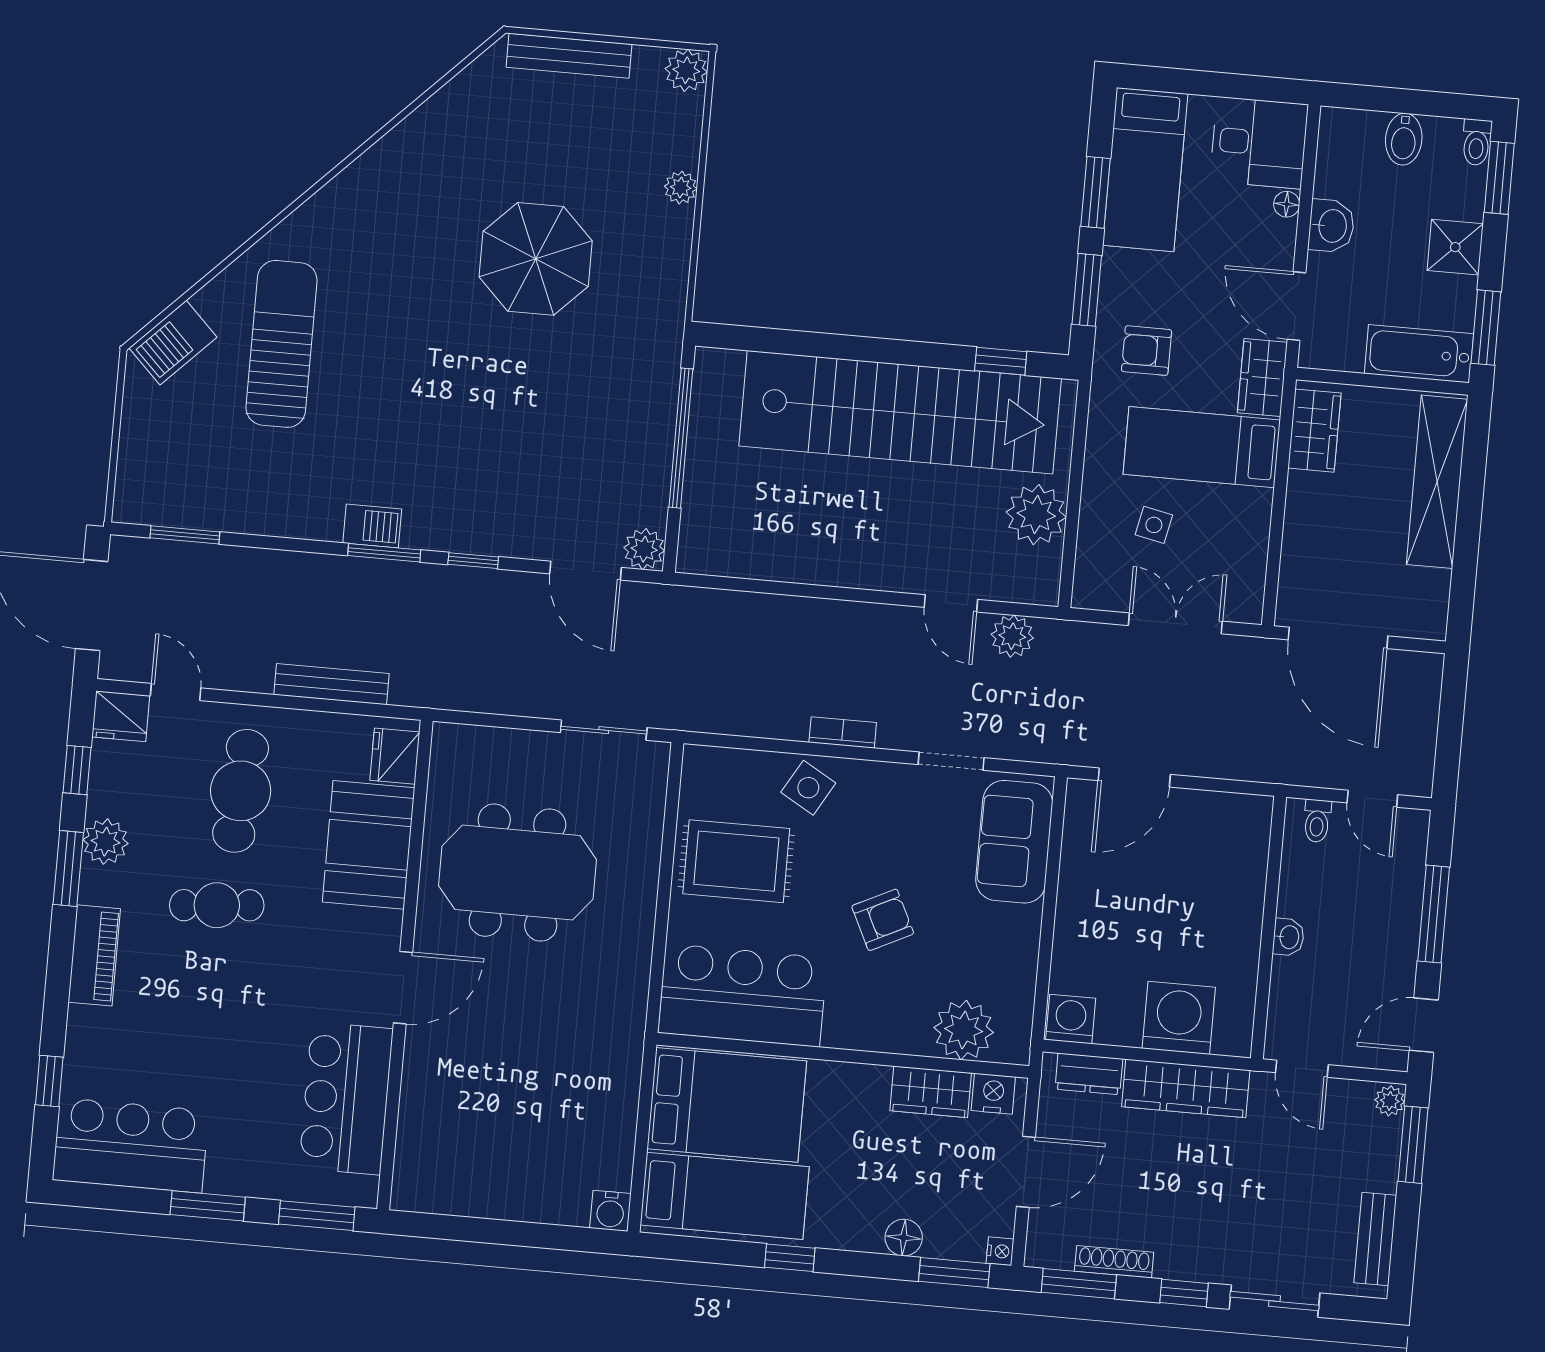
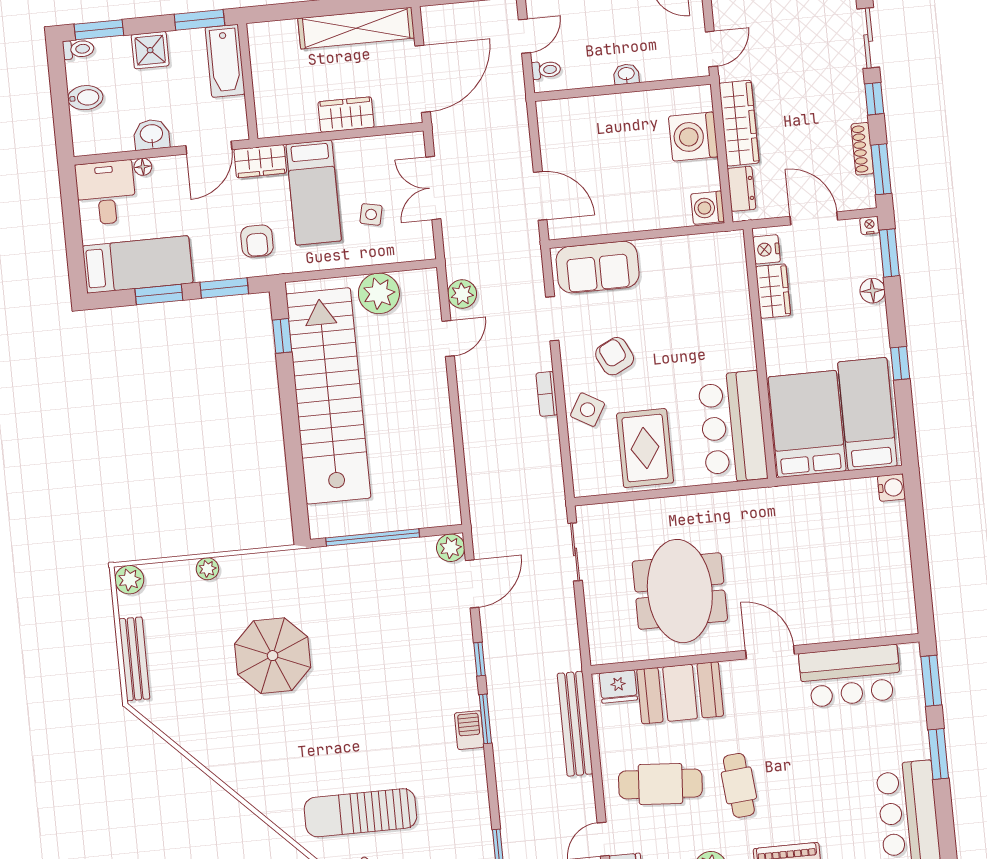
wardrobe: (1314, 431) -> (346, 115), moved
shelving: (1437, 482) -> (356, 28), moved
bench: (331, 684) -> (575, 724), width x1.37, depth x1.21
armchair: (883, 920) -> (615, 356), moved
plant: (964, 1030) -> (728, 277), removed

